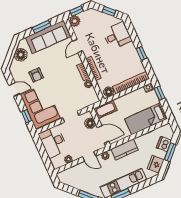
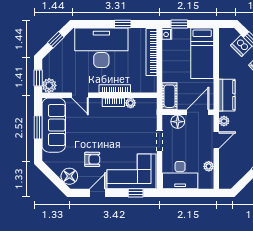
desk: (117, 36) -> (101, 48), width x1.87, depth x1.30
floor lamp: (21, 55) -> (69, 176), moved
floor lamp: (109, 92) -> (151, 83), removed

